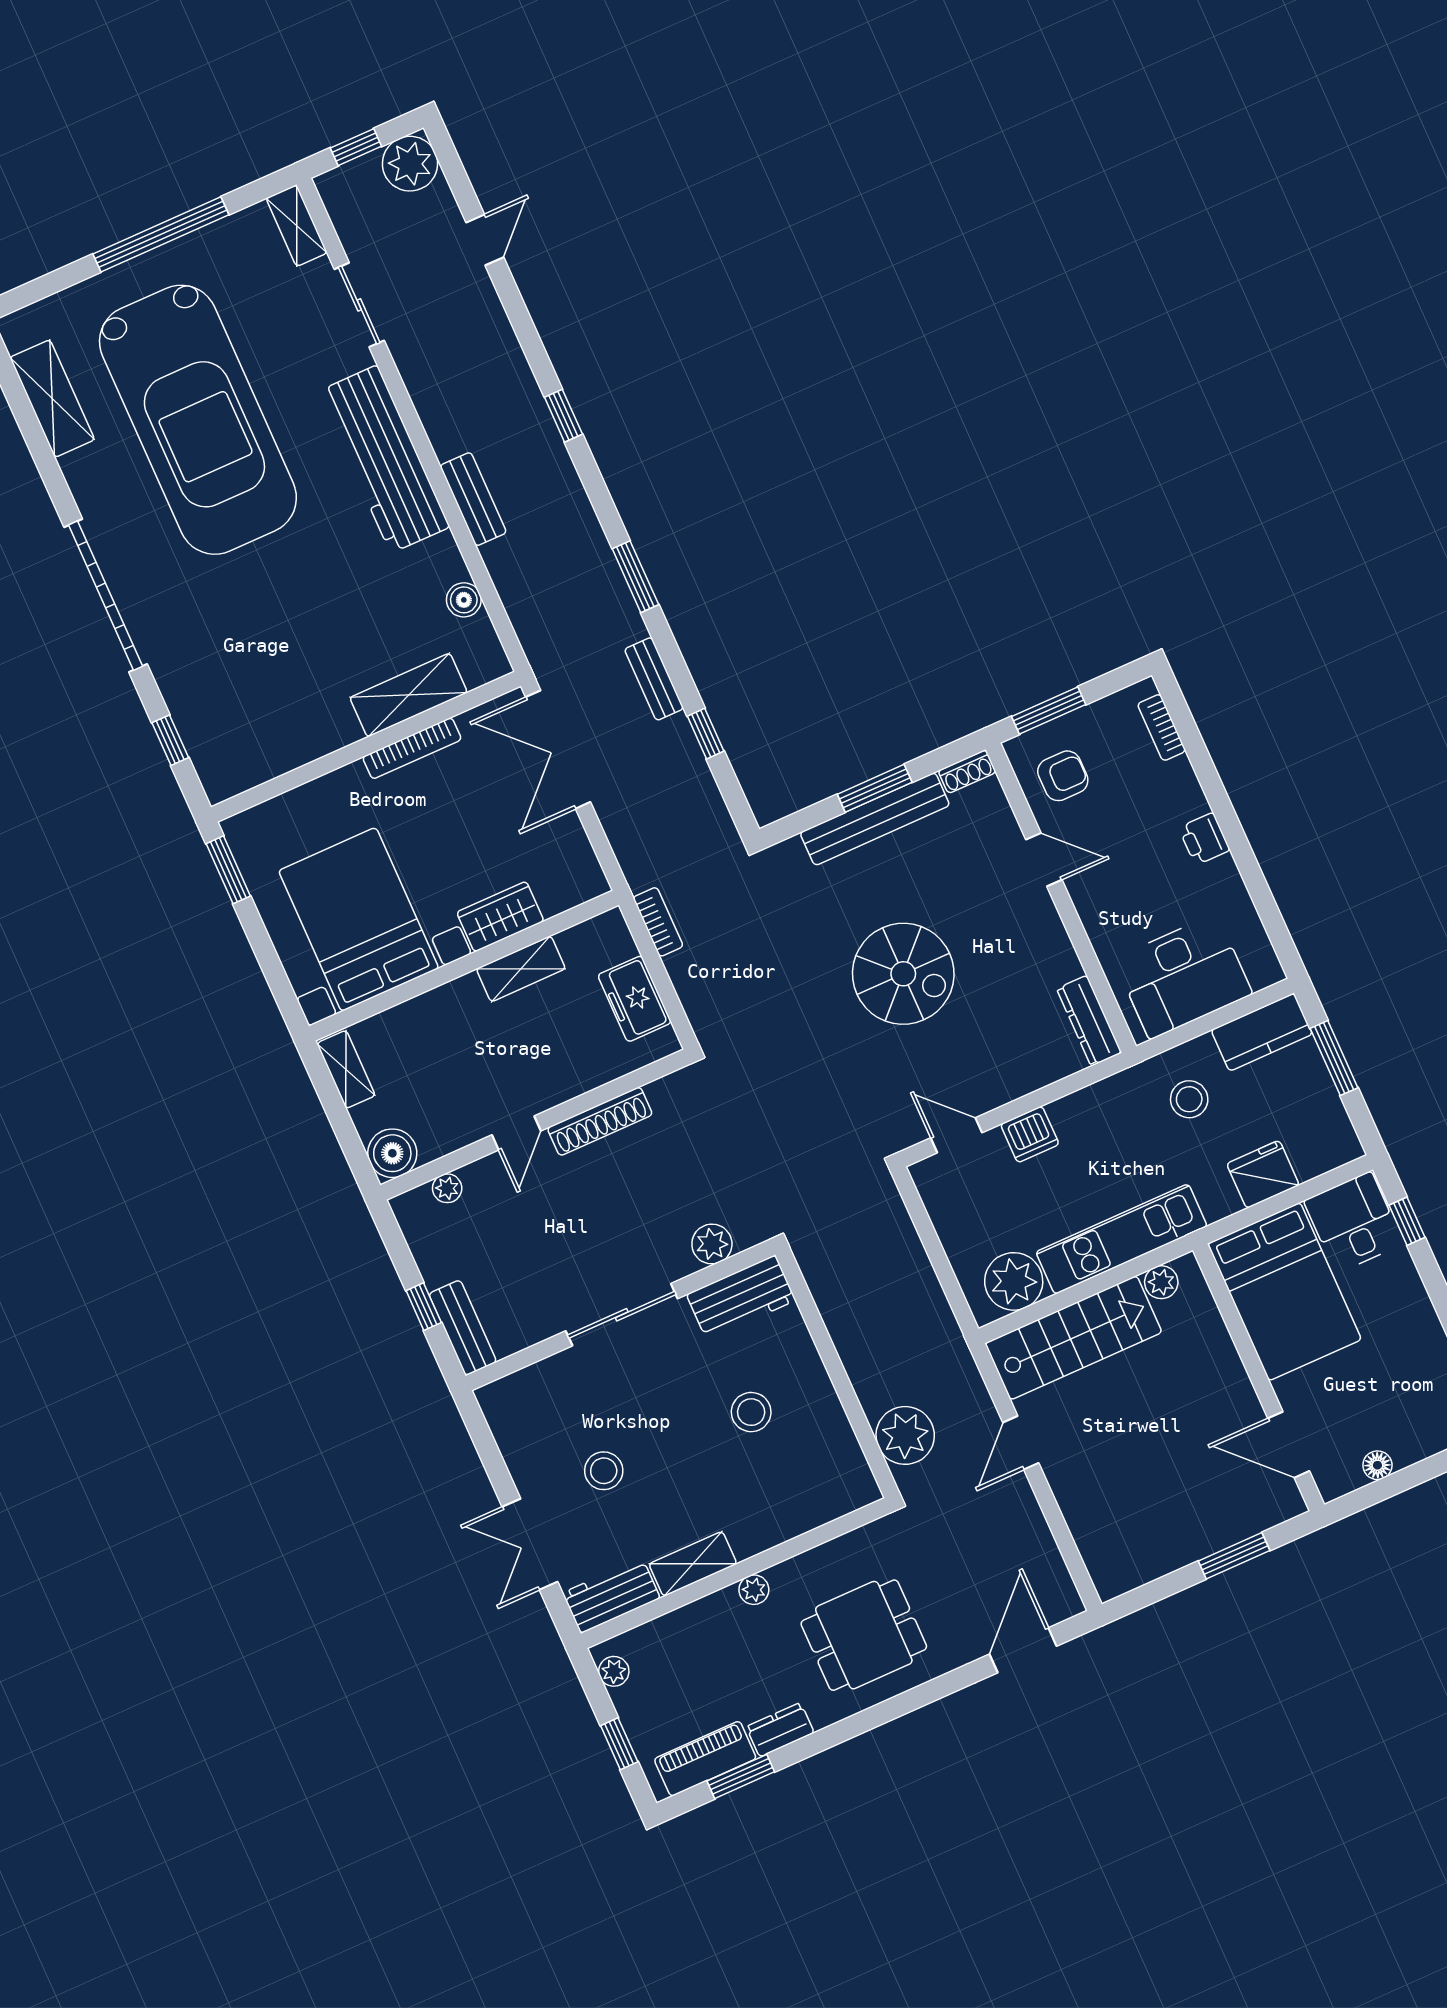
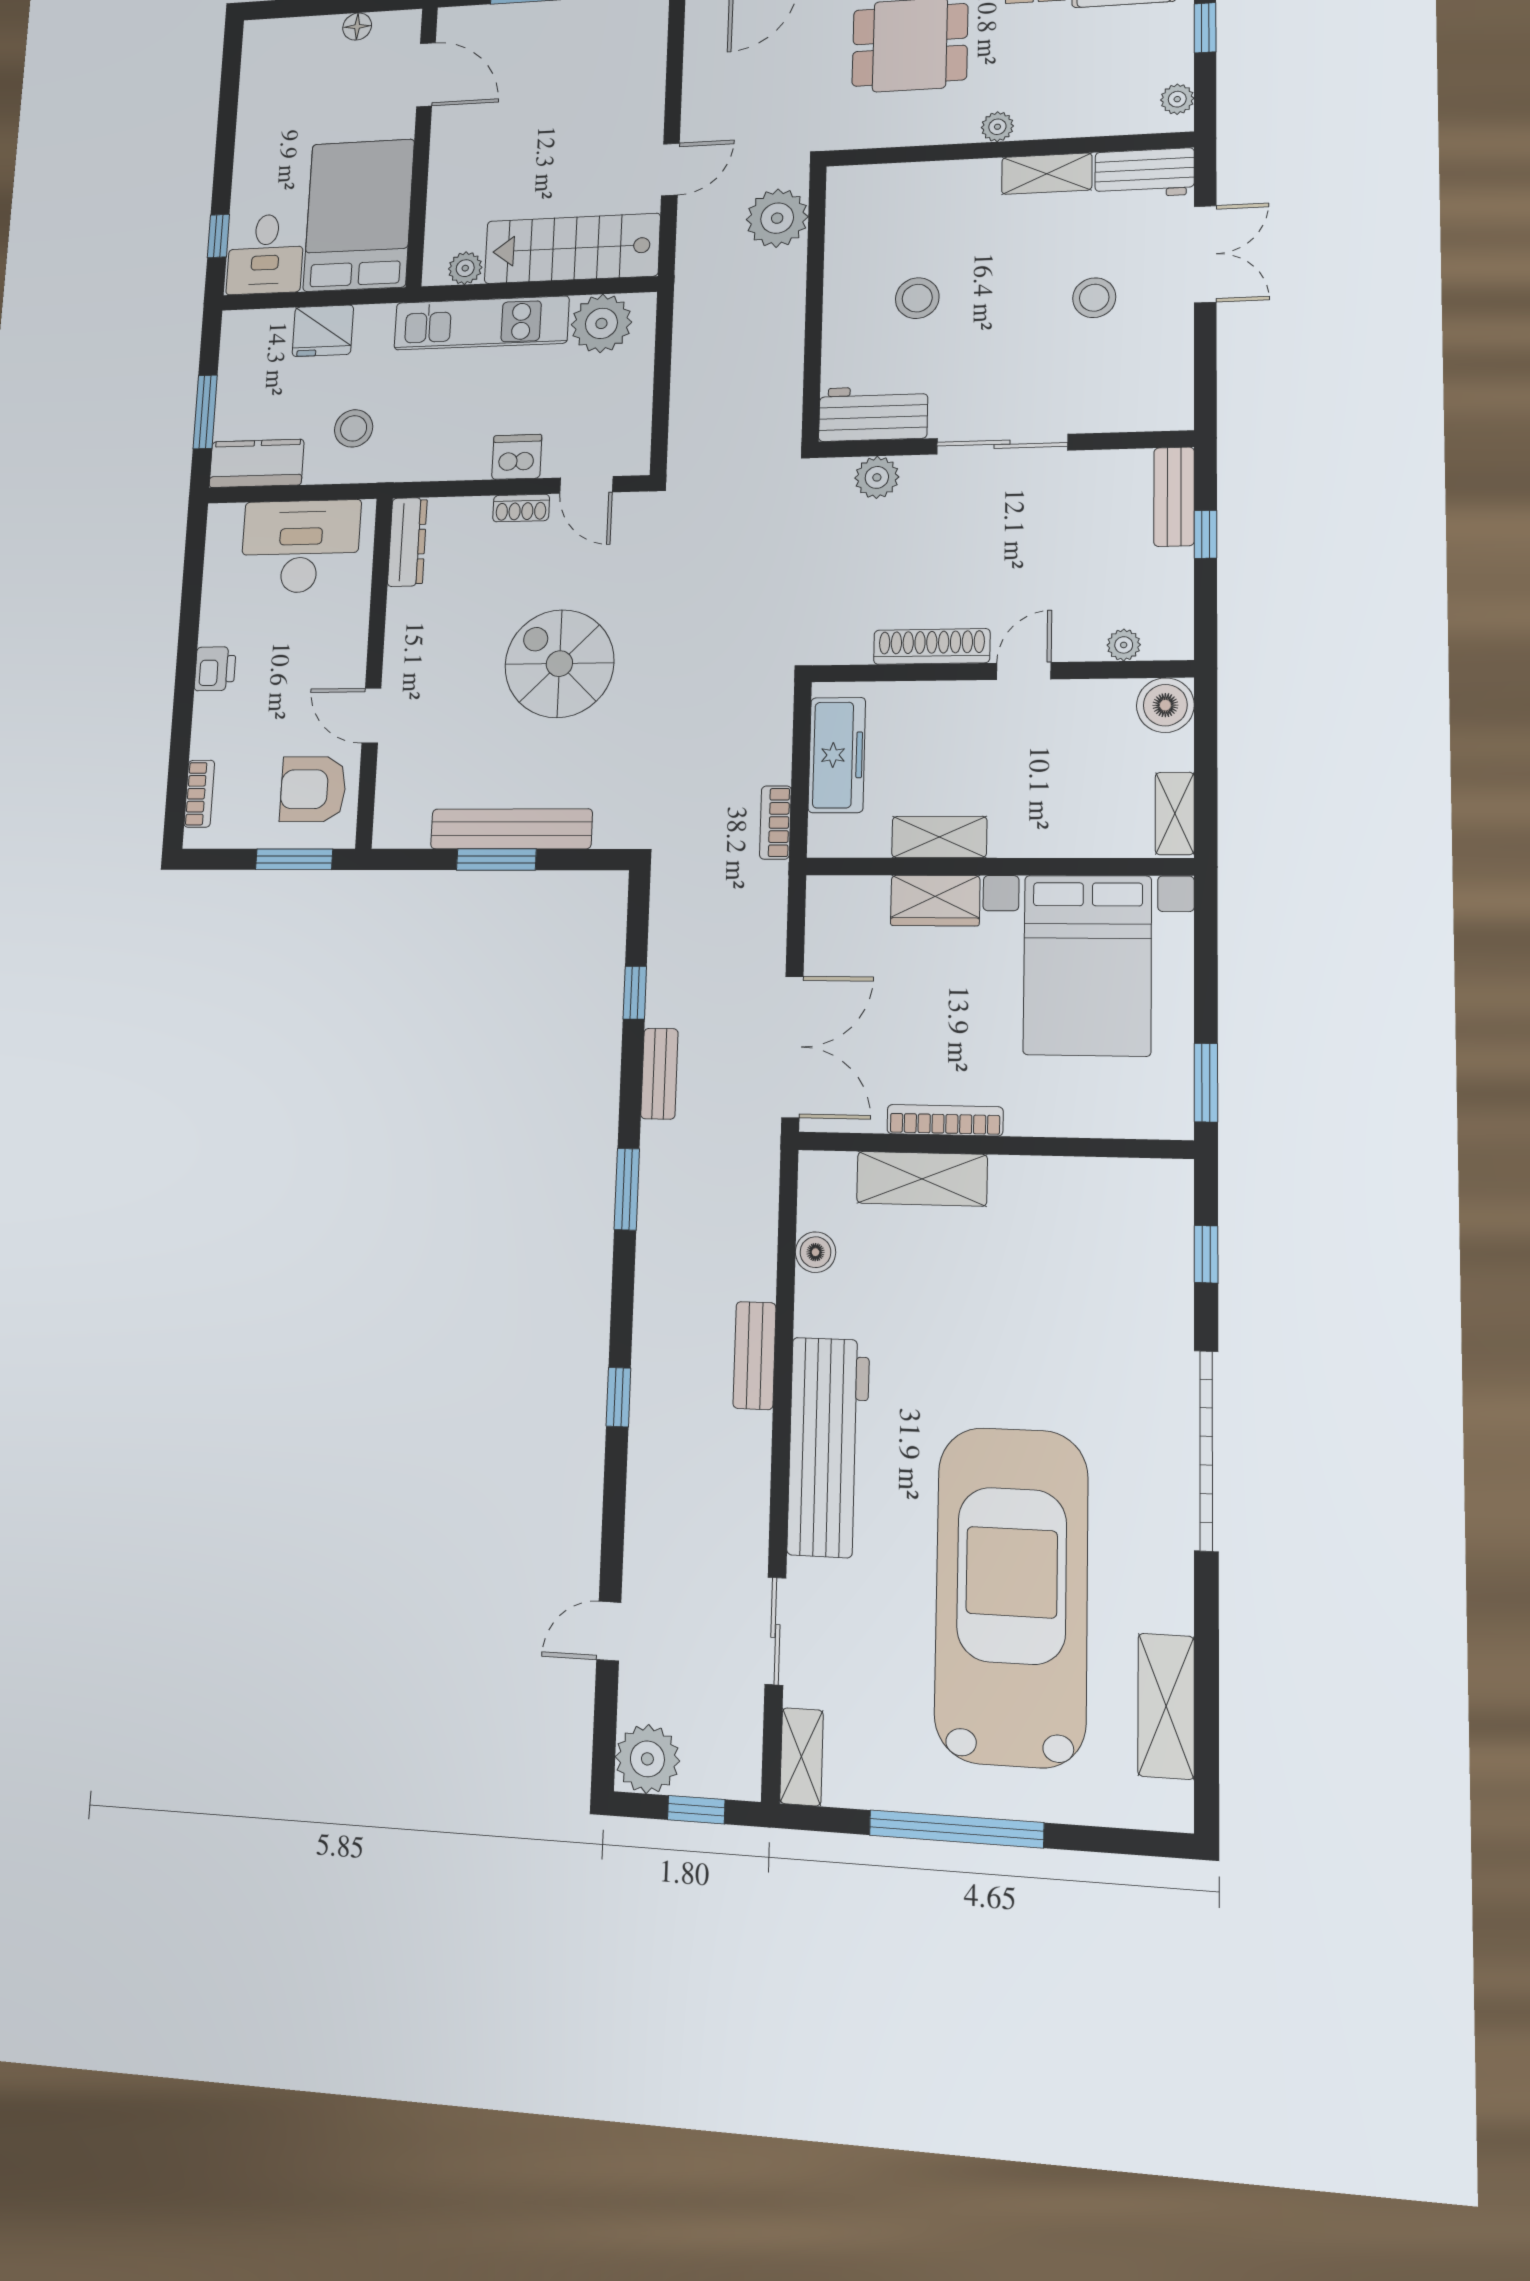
shoe rack: (967, 772) -> (521, 508), moved, turned 180
armchair: (1063, 776) -> (313, 789), width x1.38, depth x1.38
freezer: (635, 999) -> (837, 755), width x1.40

